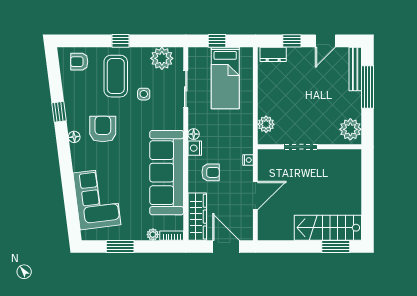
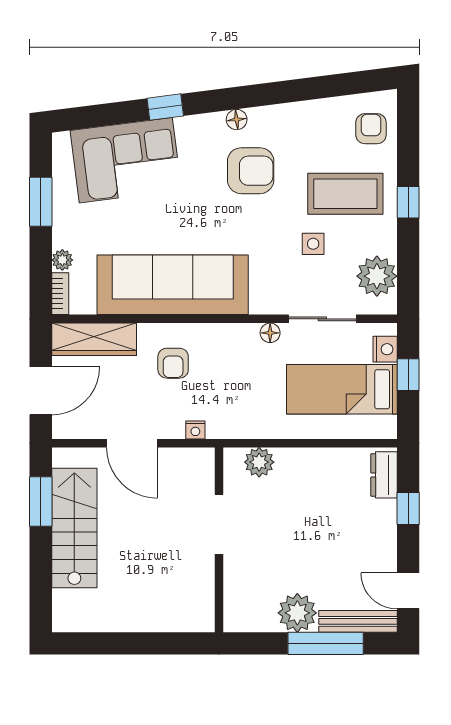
door: (325, 41) -> (408, 591), moved
window: (59, 112) -> (165, 107), moved
plant: (350, 129) -> (297, 613), moved
floor lamp: (194, 134) -> (270, 333), moved
nightstand: (195, 148) -> (385, 349), moved, turned 90
stairs: (328, 228) -> (74, 528), moved
window: (336, 247) -> (41, 501), moved

